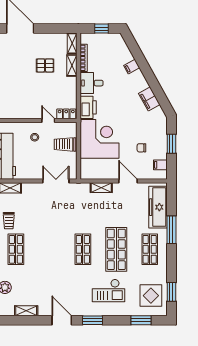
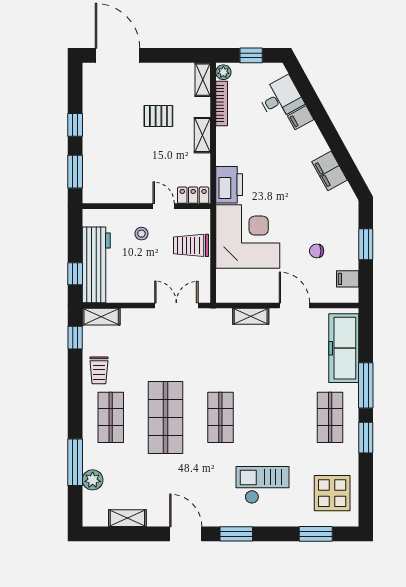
plant: (85, 39) -> (223, 72), added
shelving: (72, 65) -> (202, 135), moved
desk: (92, 83) -> (281, 98), moved, turned 151
shop shelf: (116, 249) -> (166, 417), moved
checkout: (109, 291) -> (263, 485), turned 180
window: (171, 292) -> (366, 438), moved

